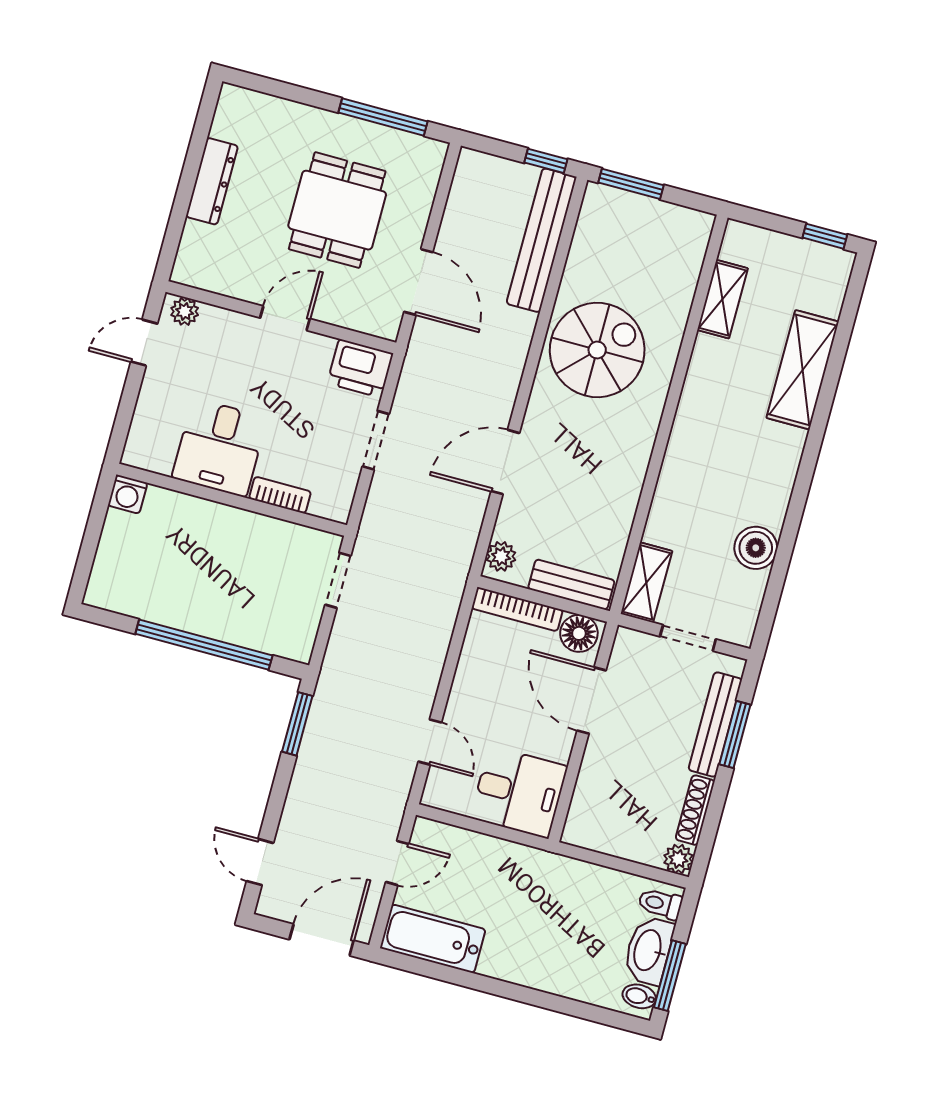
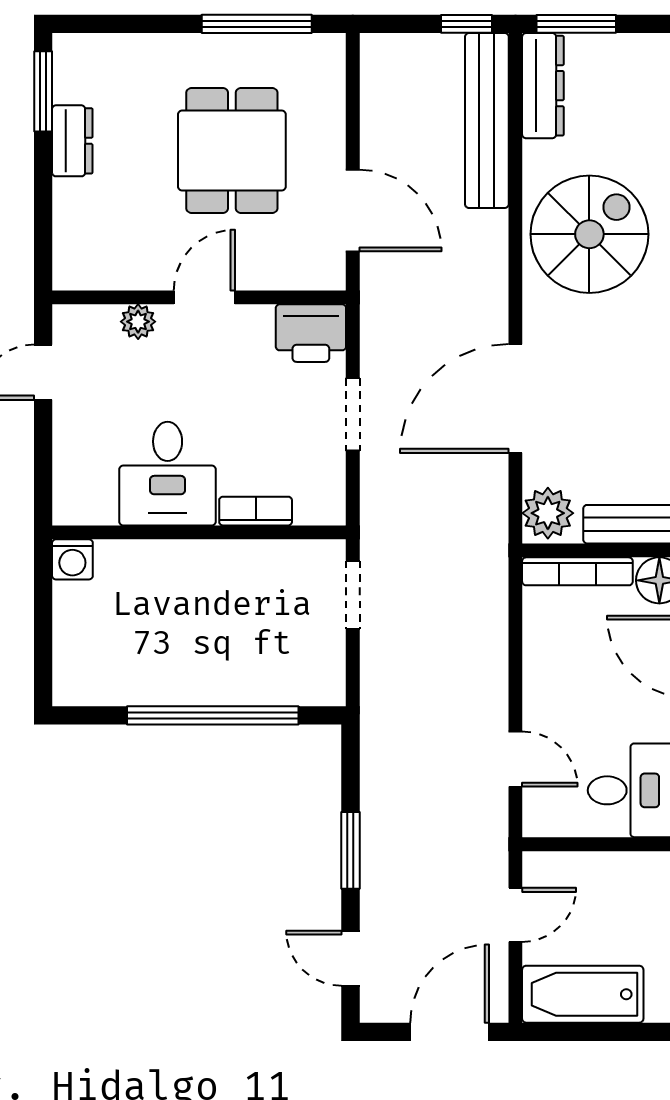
window: (203, 125) -> (43, 91), added
dresser: (212, 181) -> (72, 141), width x0.70
dresser: (592, 225) -> (543, 86), added
plant: (185, 311) -> (138, 322), moved
door: (505, 462) -> (515, 399), width x1.36
plant: (501, 556) -> (548, 513), width x1.38, depth x1.38
window: (297, 724) -> (350, 850), moved

